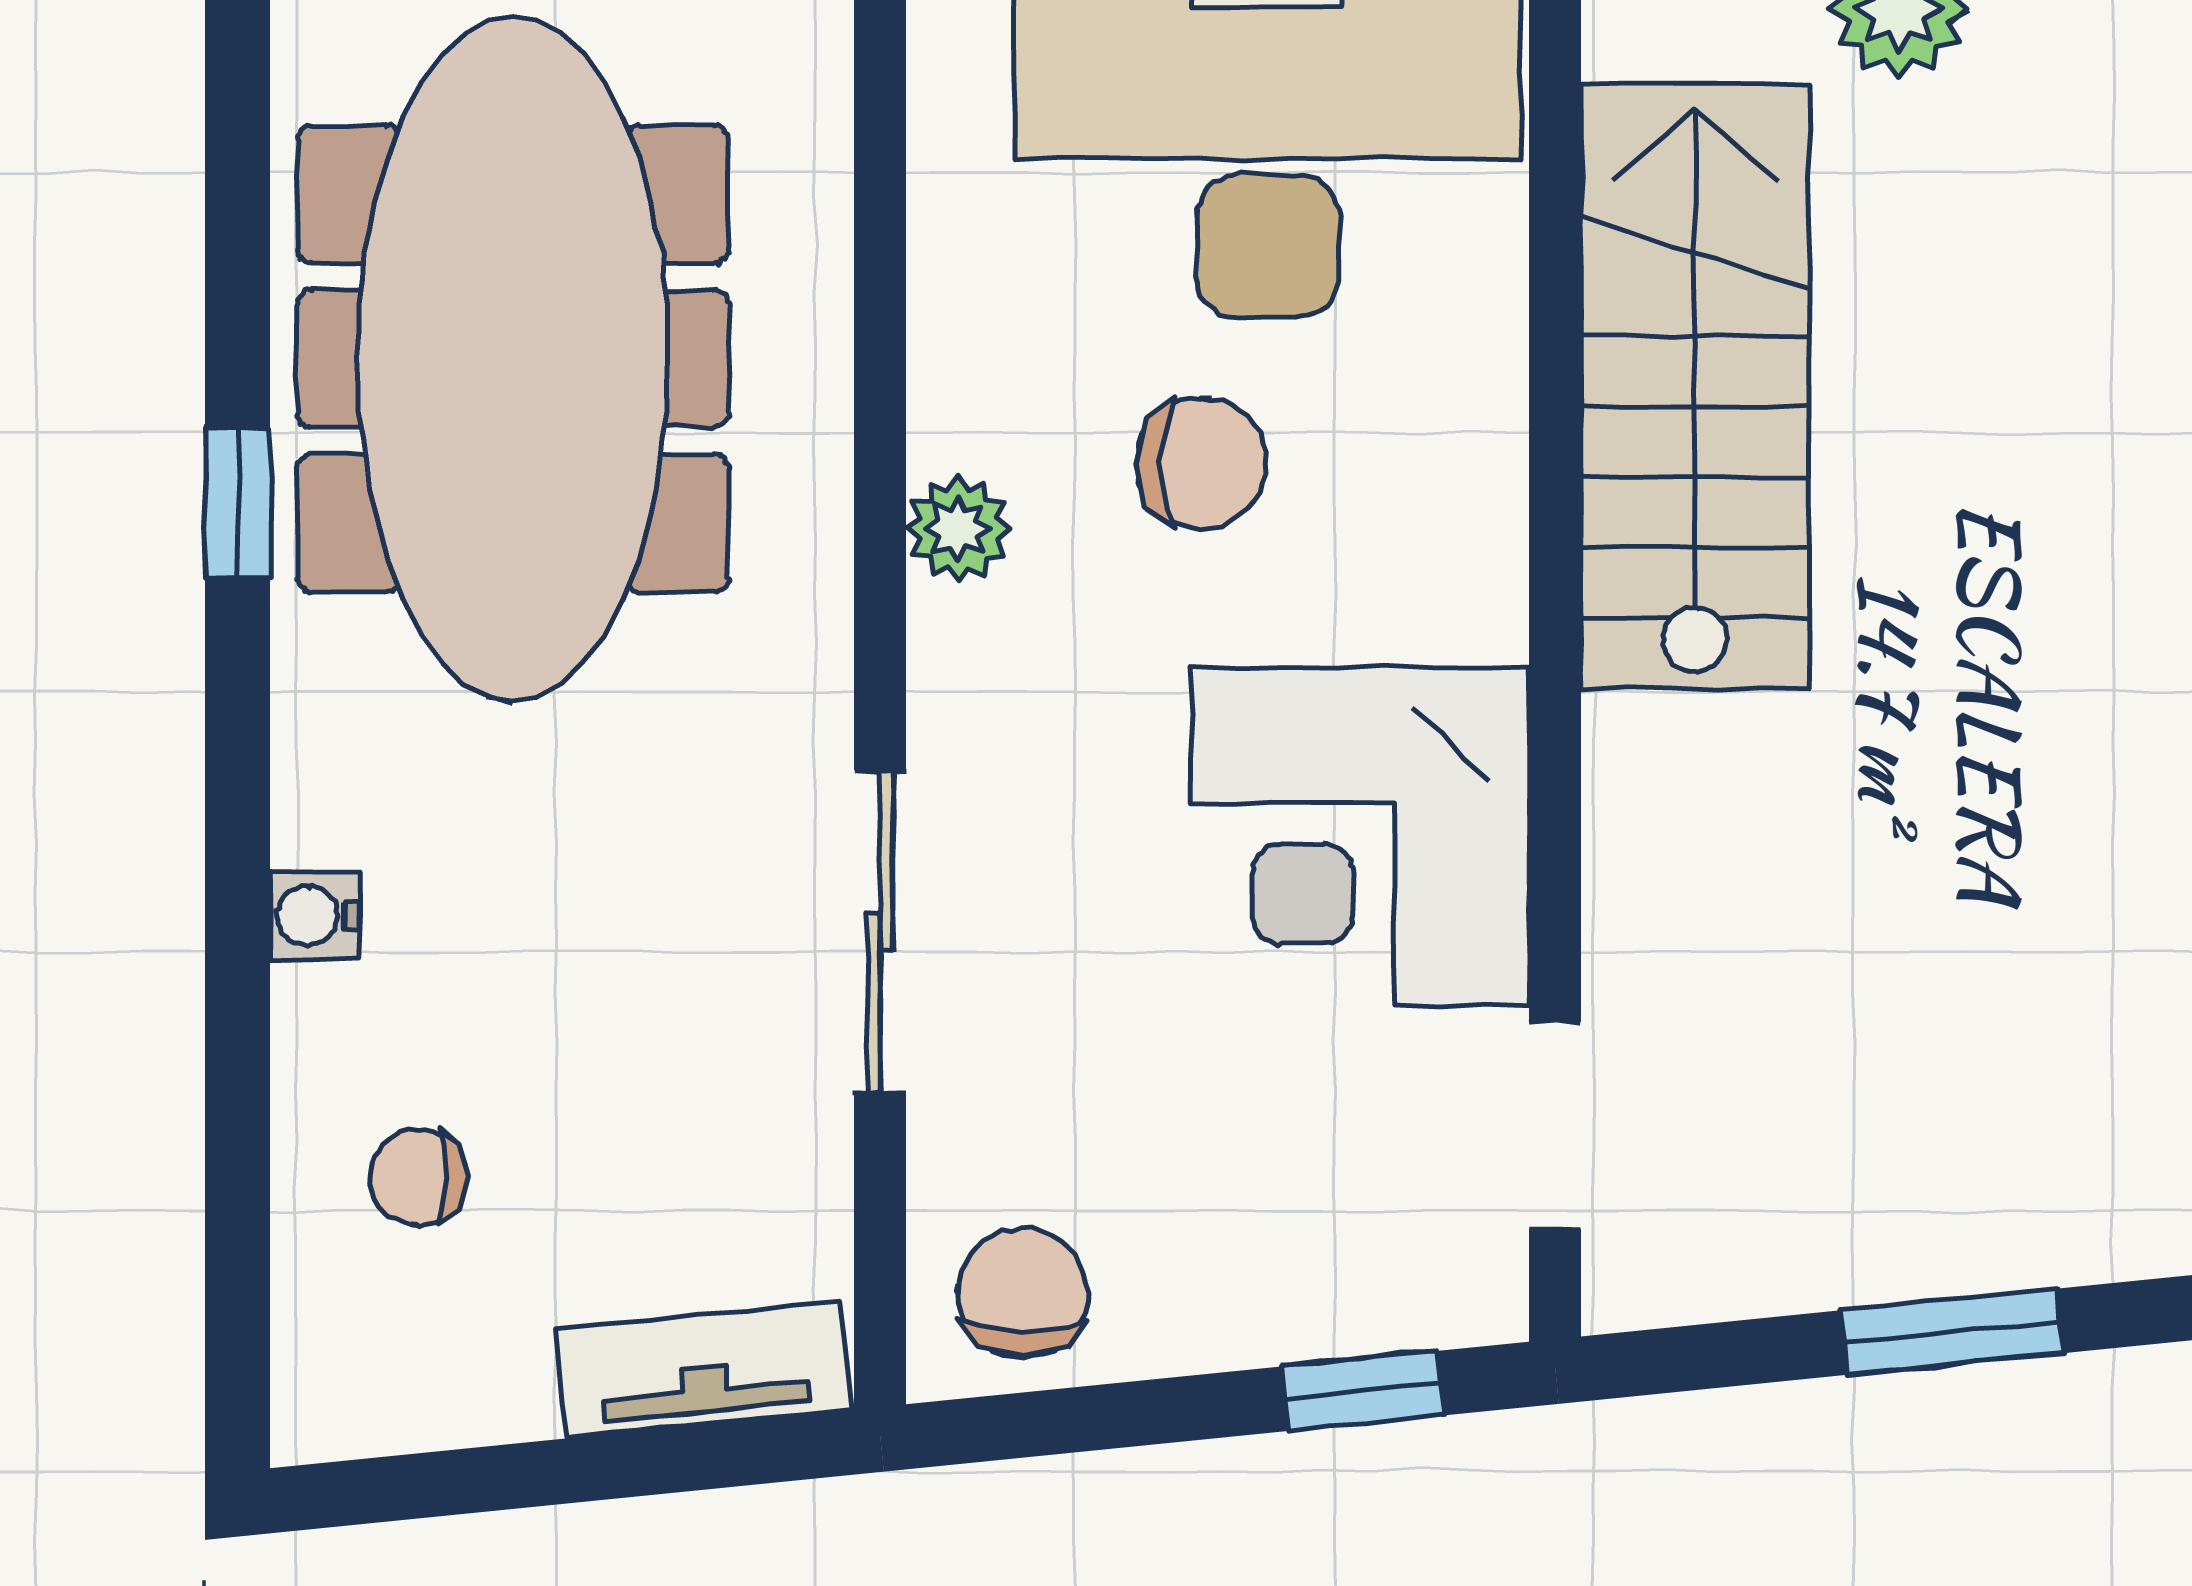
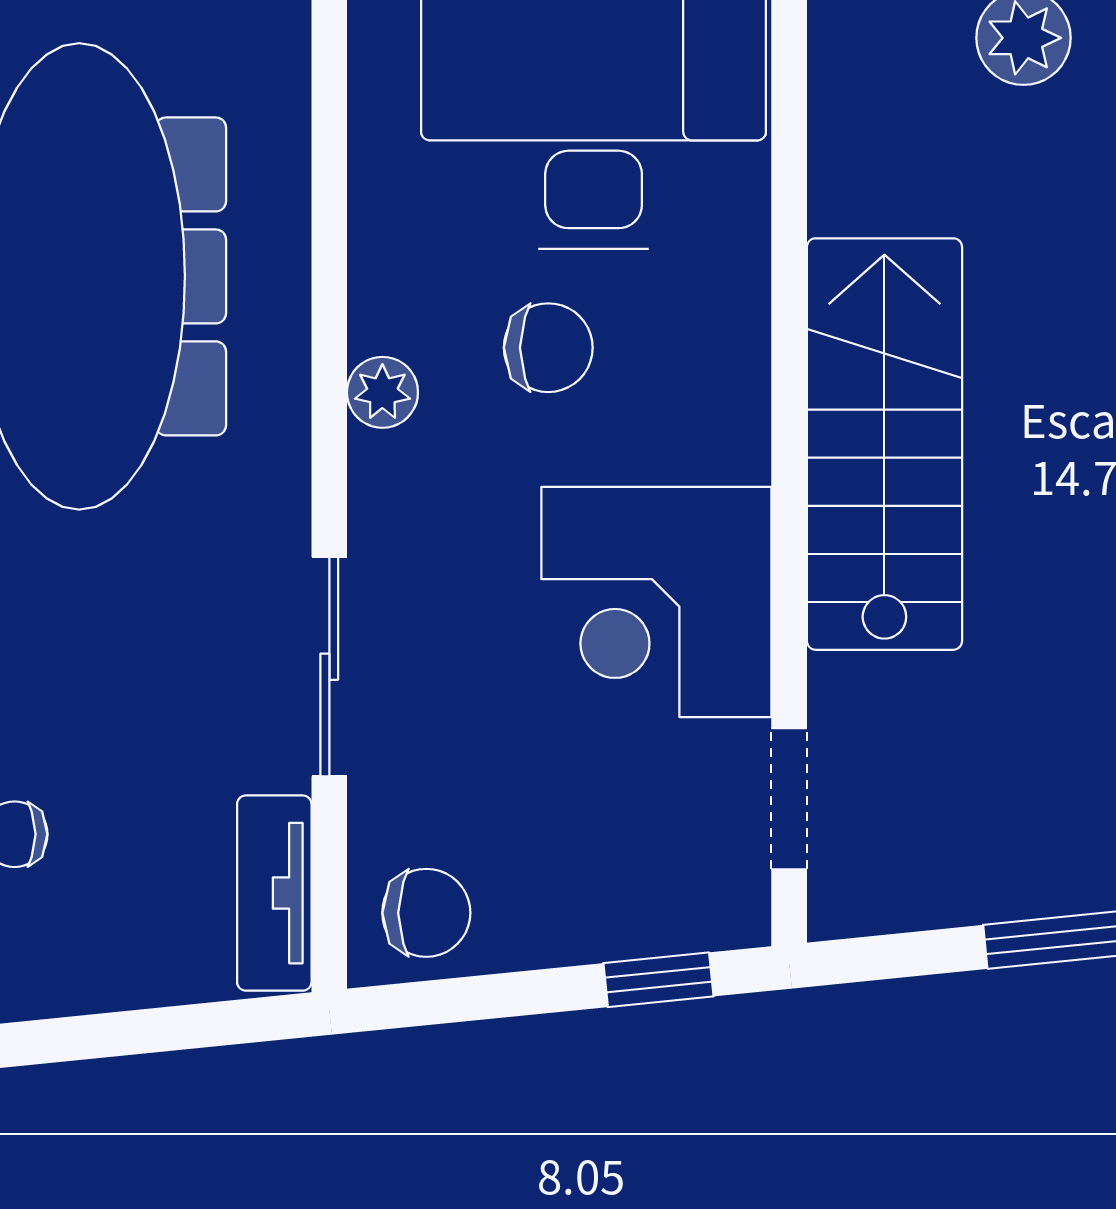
stairs: (1695, 386) -> (884, 444), moved
chair: (1022, 1293) -> (426, 913), turned 90
tv unit: (704, 1370) -> (274, 893), moved, turned -84

